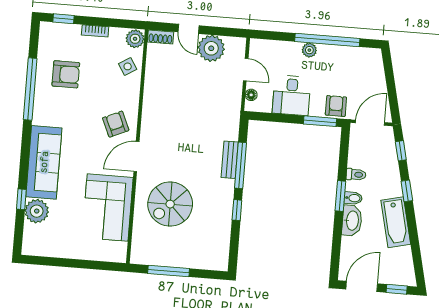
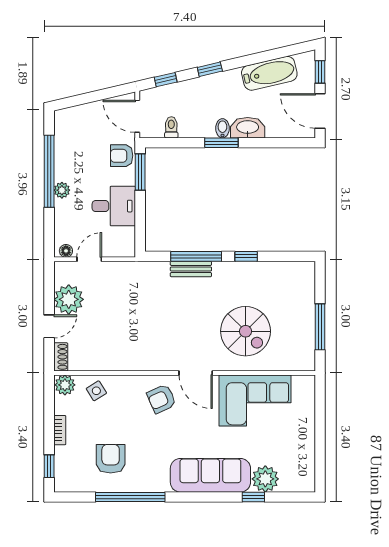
floor lamp: (251, 95) -> (66, 251), moved
toilet: (356, 175) -> (171, 127), moved
bathtub: (396, 222) -> (269, 73), moved

